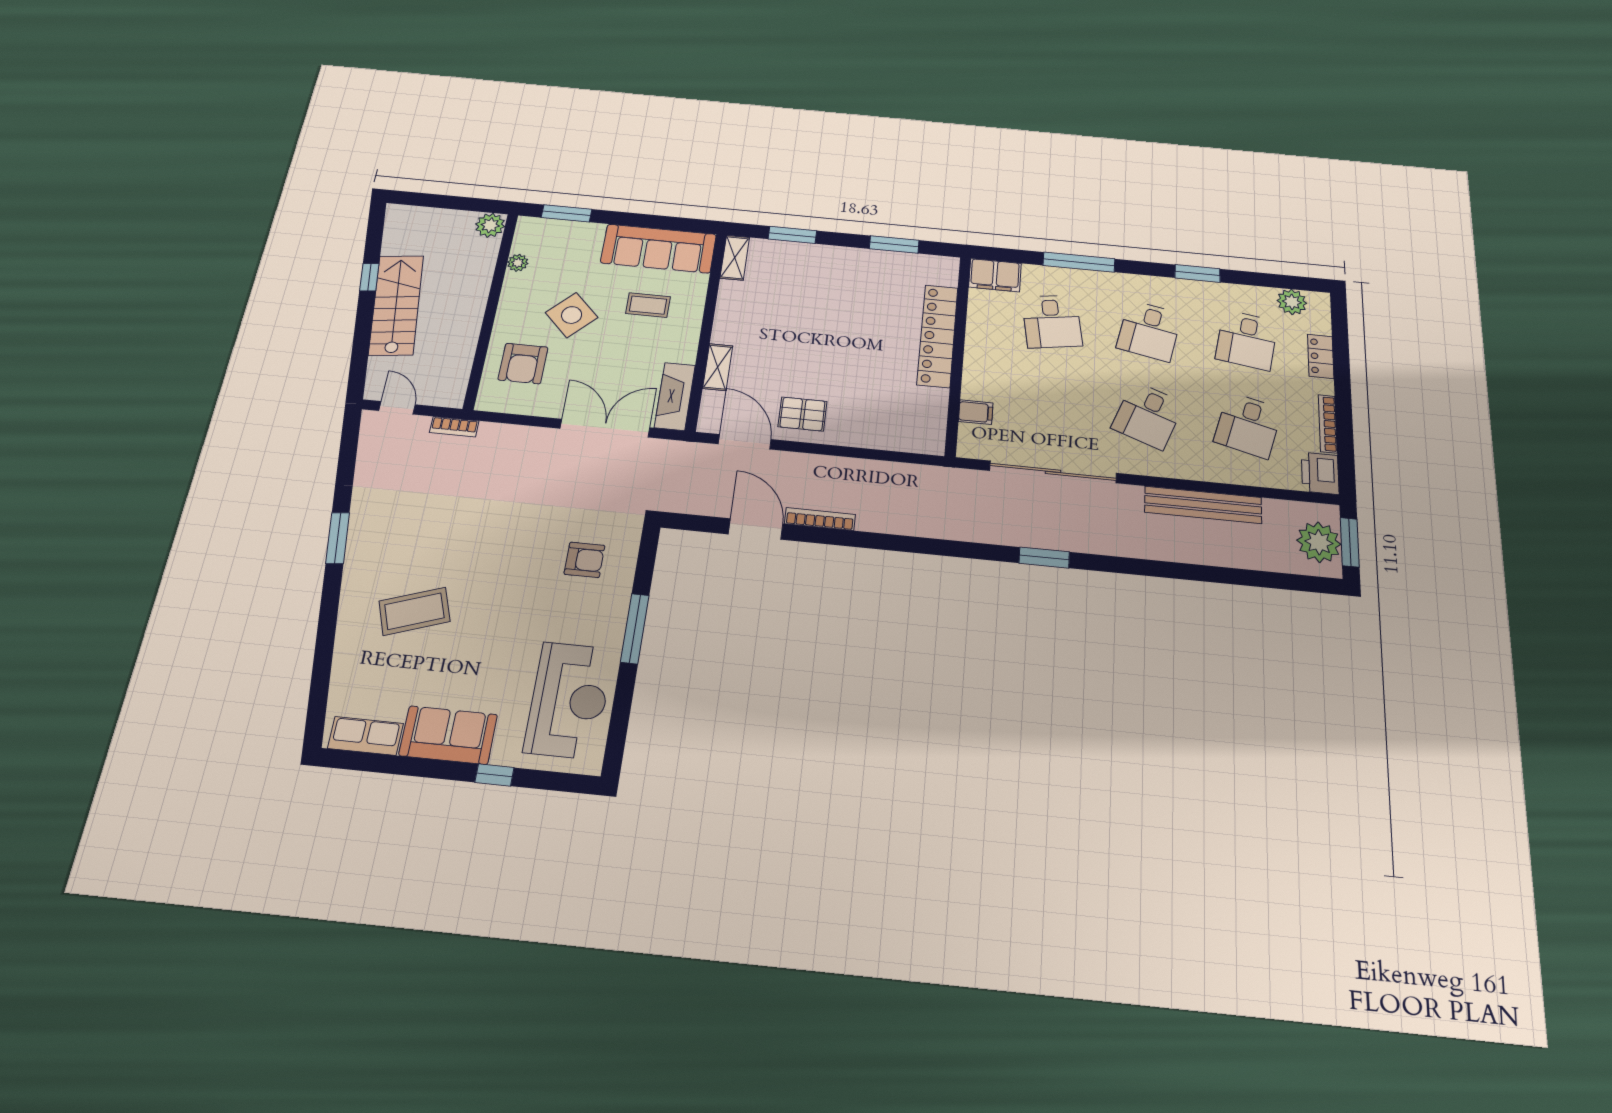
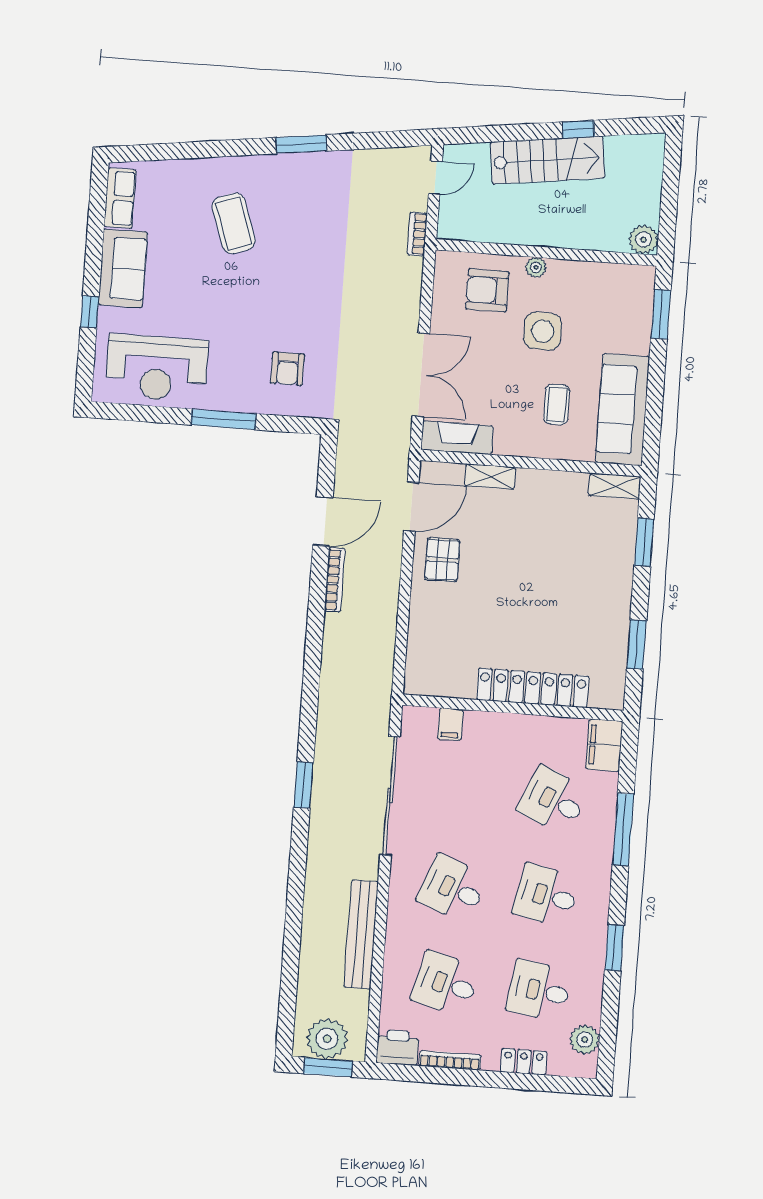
plant: (518, 263) -> (536, 267), moved
side table: (572, 315) -> (543, 331), turned 45
desk: (1052, 321) -> (553, 800), turned 33

